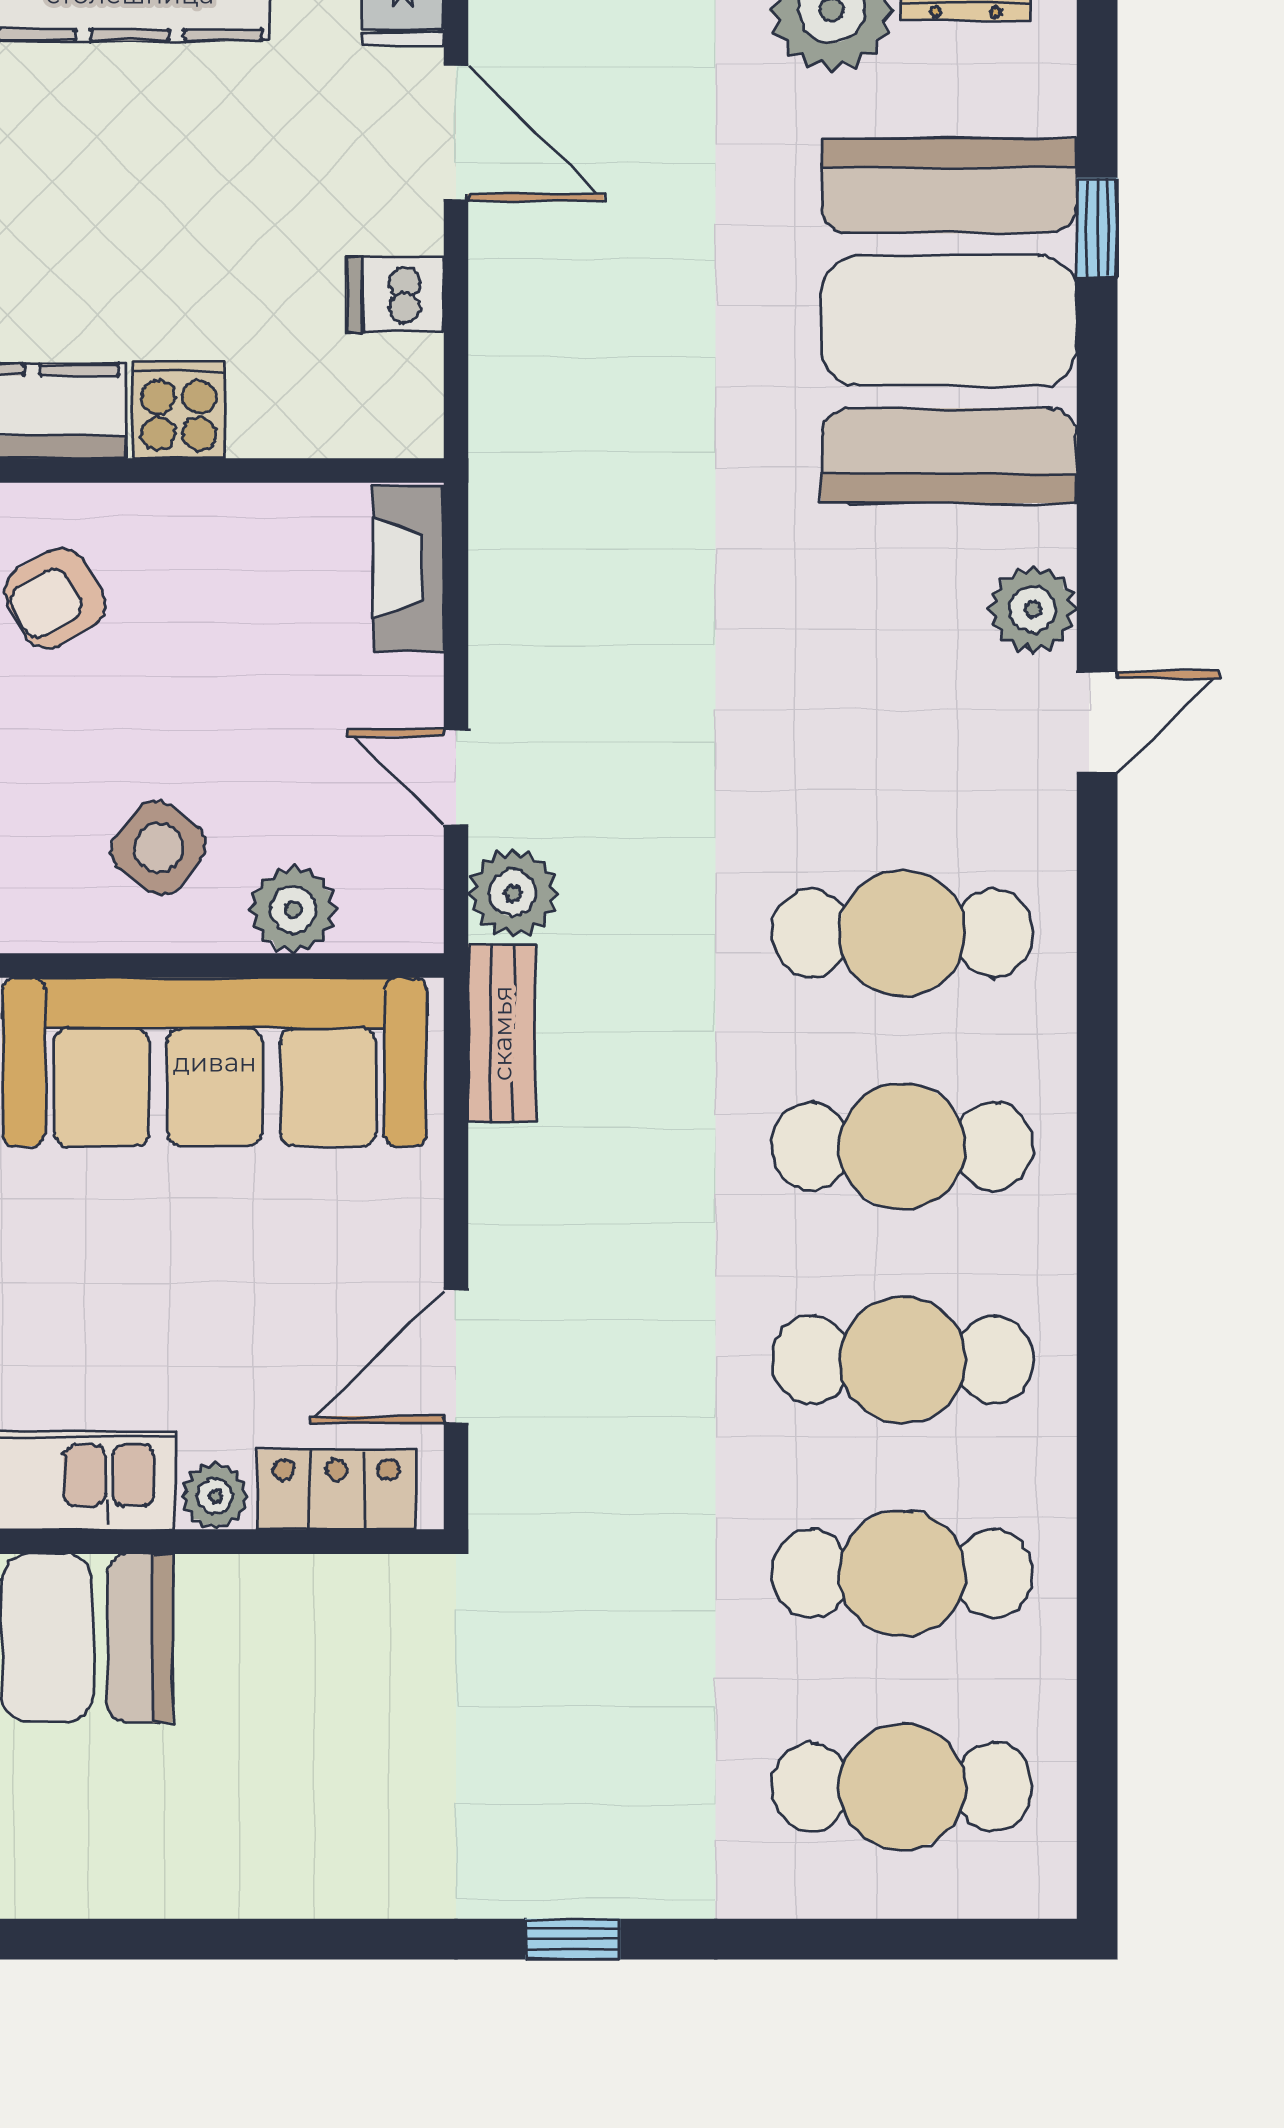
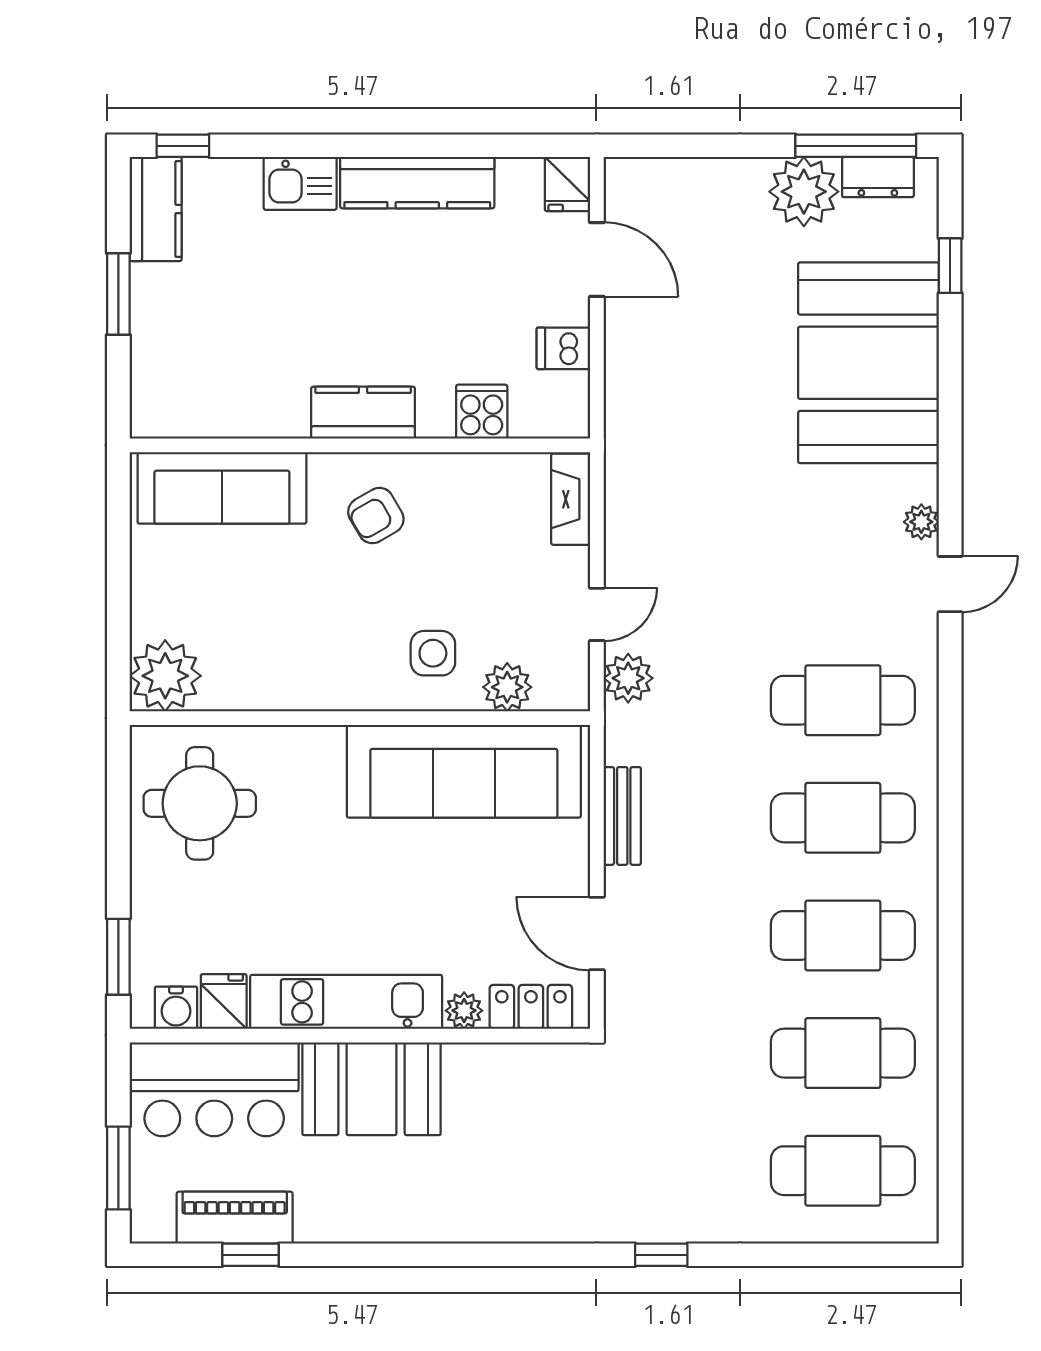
window: (1097, 227) -> (950, 266), moved
cooker: (179, 409) -> (482, 412), moved
plant: (1033, 609) -> (921, 522), width x0.73, depth x0.73
door: (456, 777) -> (597, 614), swing flipped
side table: (158, 848) -> (433, 653), turned -38
bench: (502, 1033) -> (622, 816), moved
door: (456, 1357) -> (597, 934), hinge flipped

